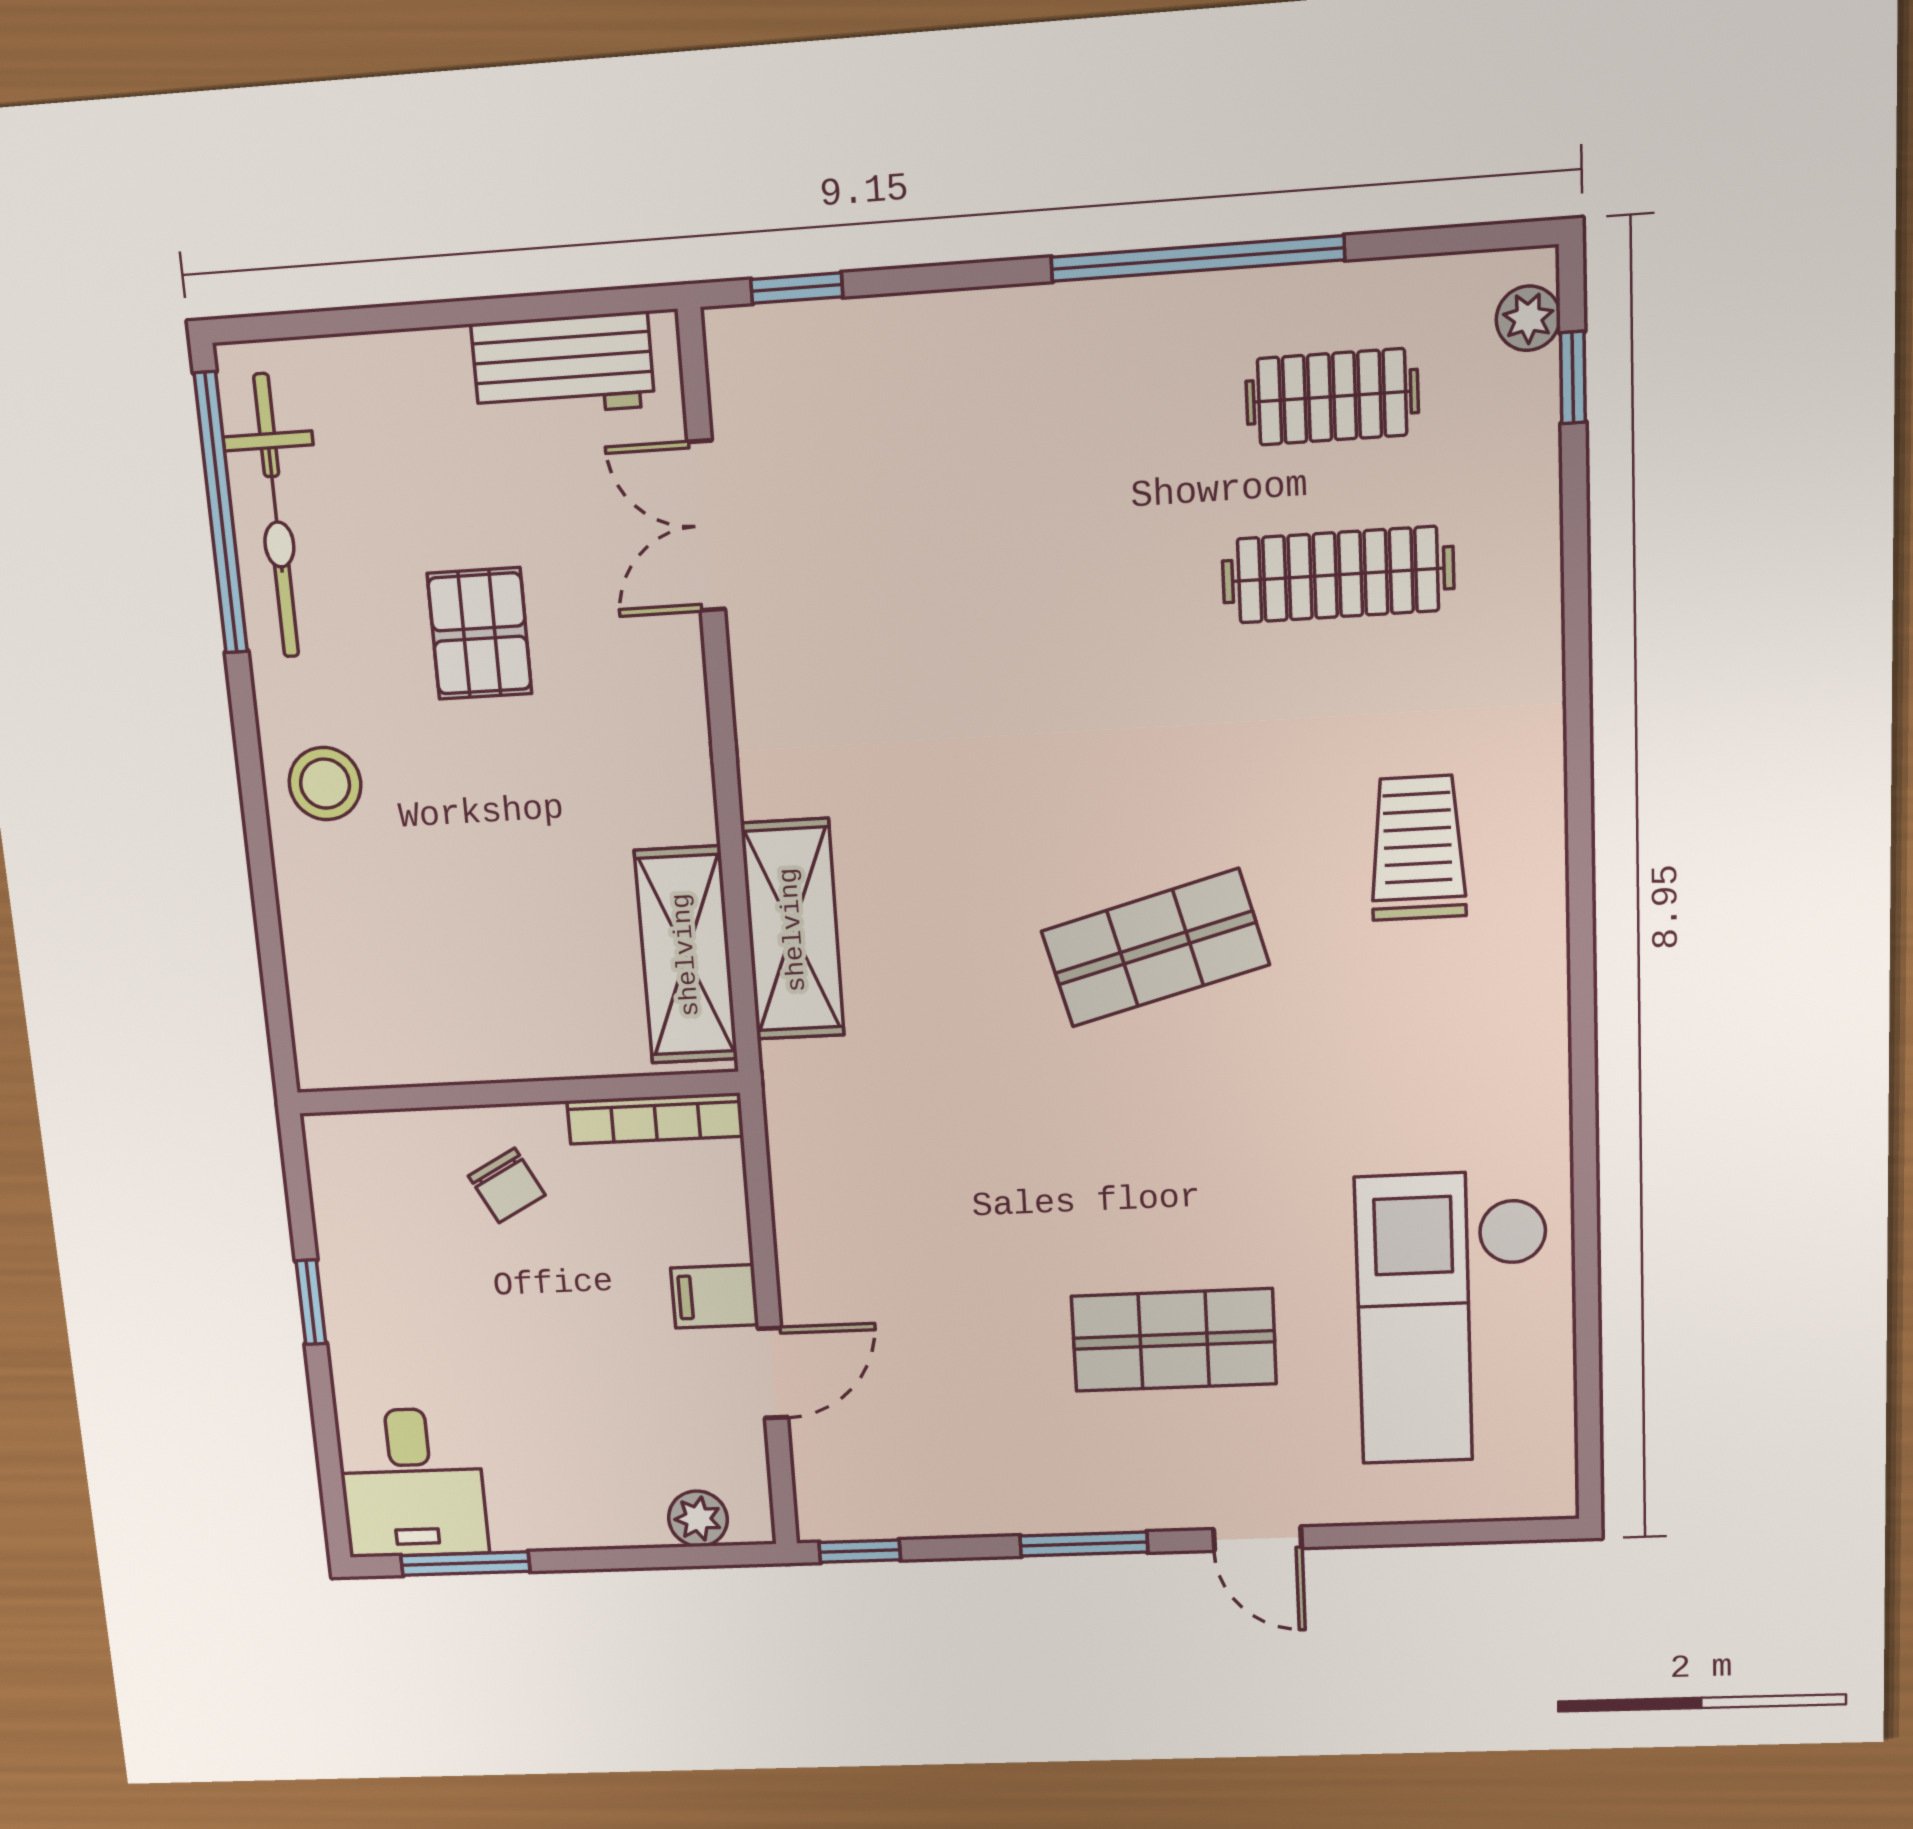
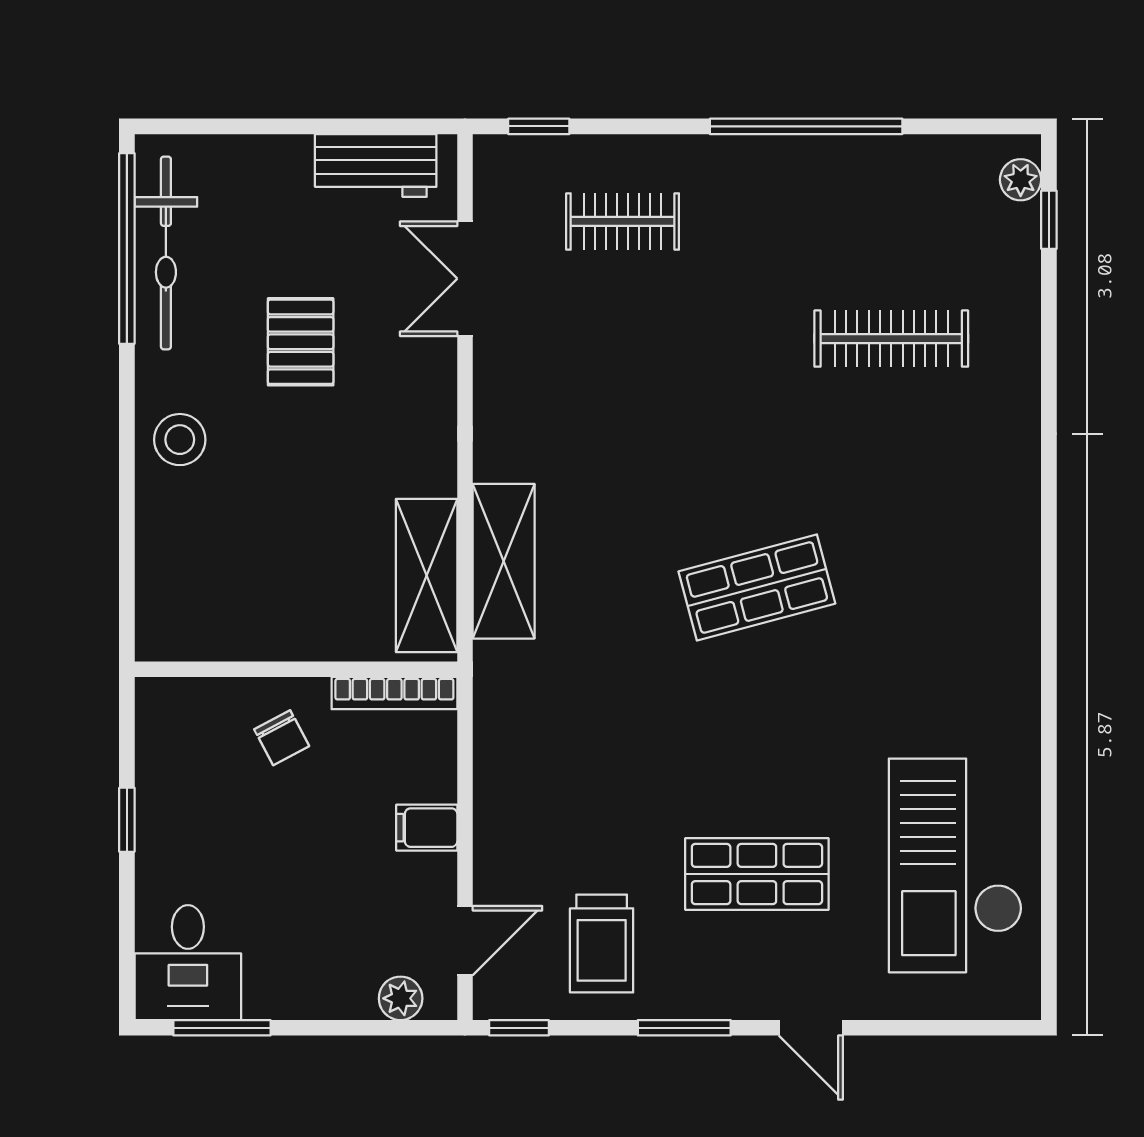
clothes rail: (1332, 397) -> (623, 221), moved
trolley: (1418, 848) -> (602, 944), moved, turned 180
door: (773, 1373) -> (465, 941), moved

